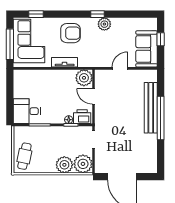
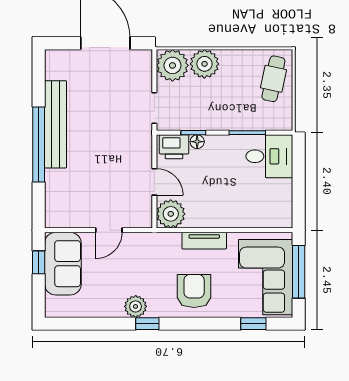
armchair: (70, 33) -> (194, 291), turned 90
window: (161, 39) -> (39, 262), moved
bench: (151, 108) -> (56, 124), moved

